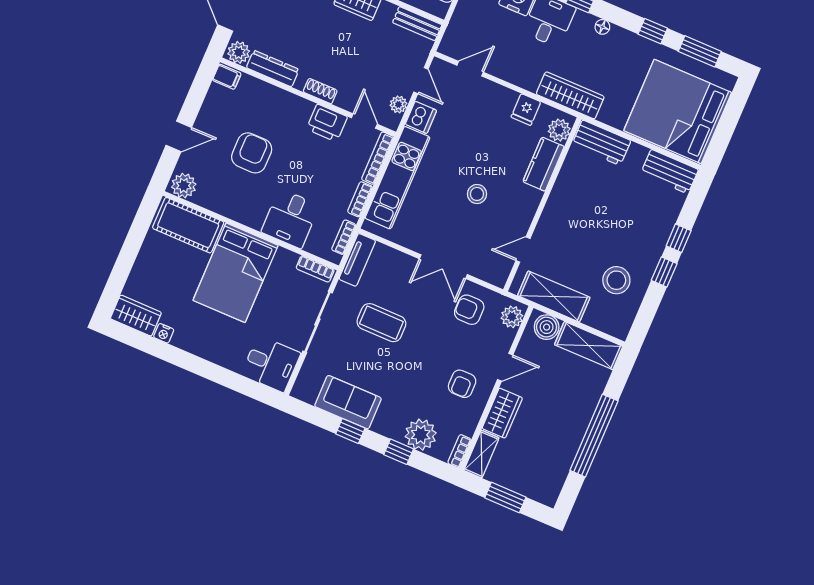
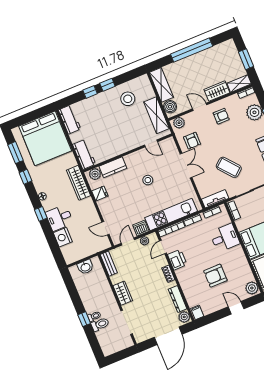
coffee table: (381, 323) -> (229, 167), turned -40

